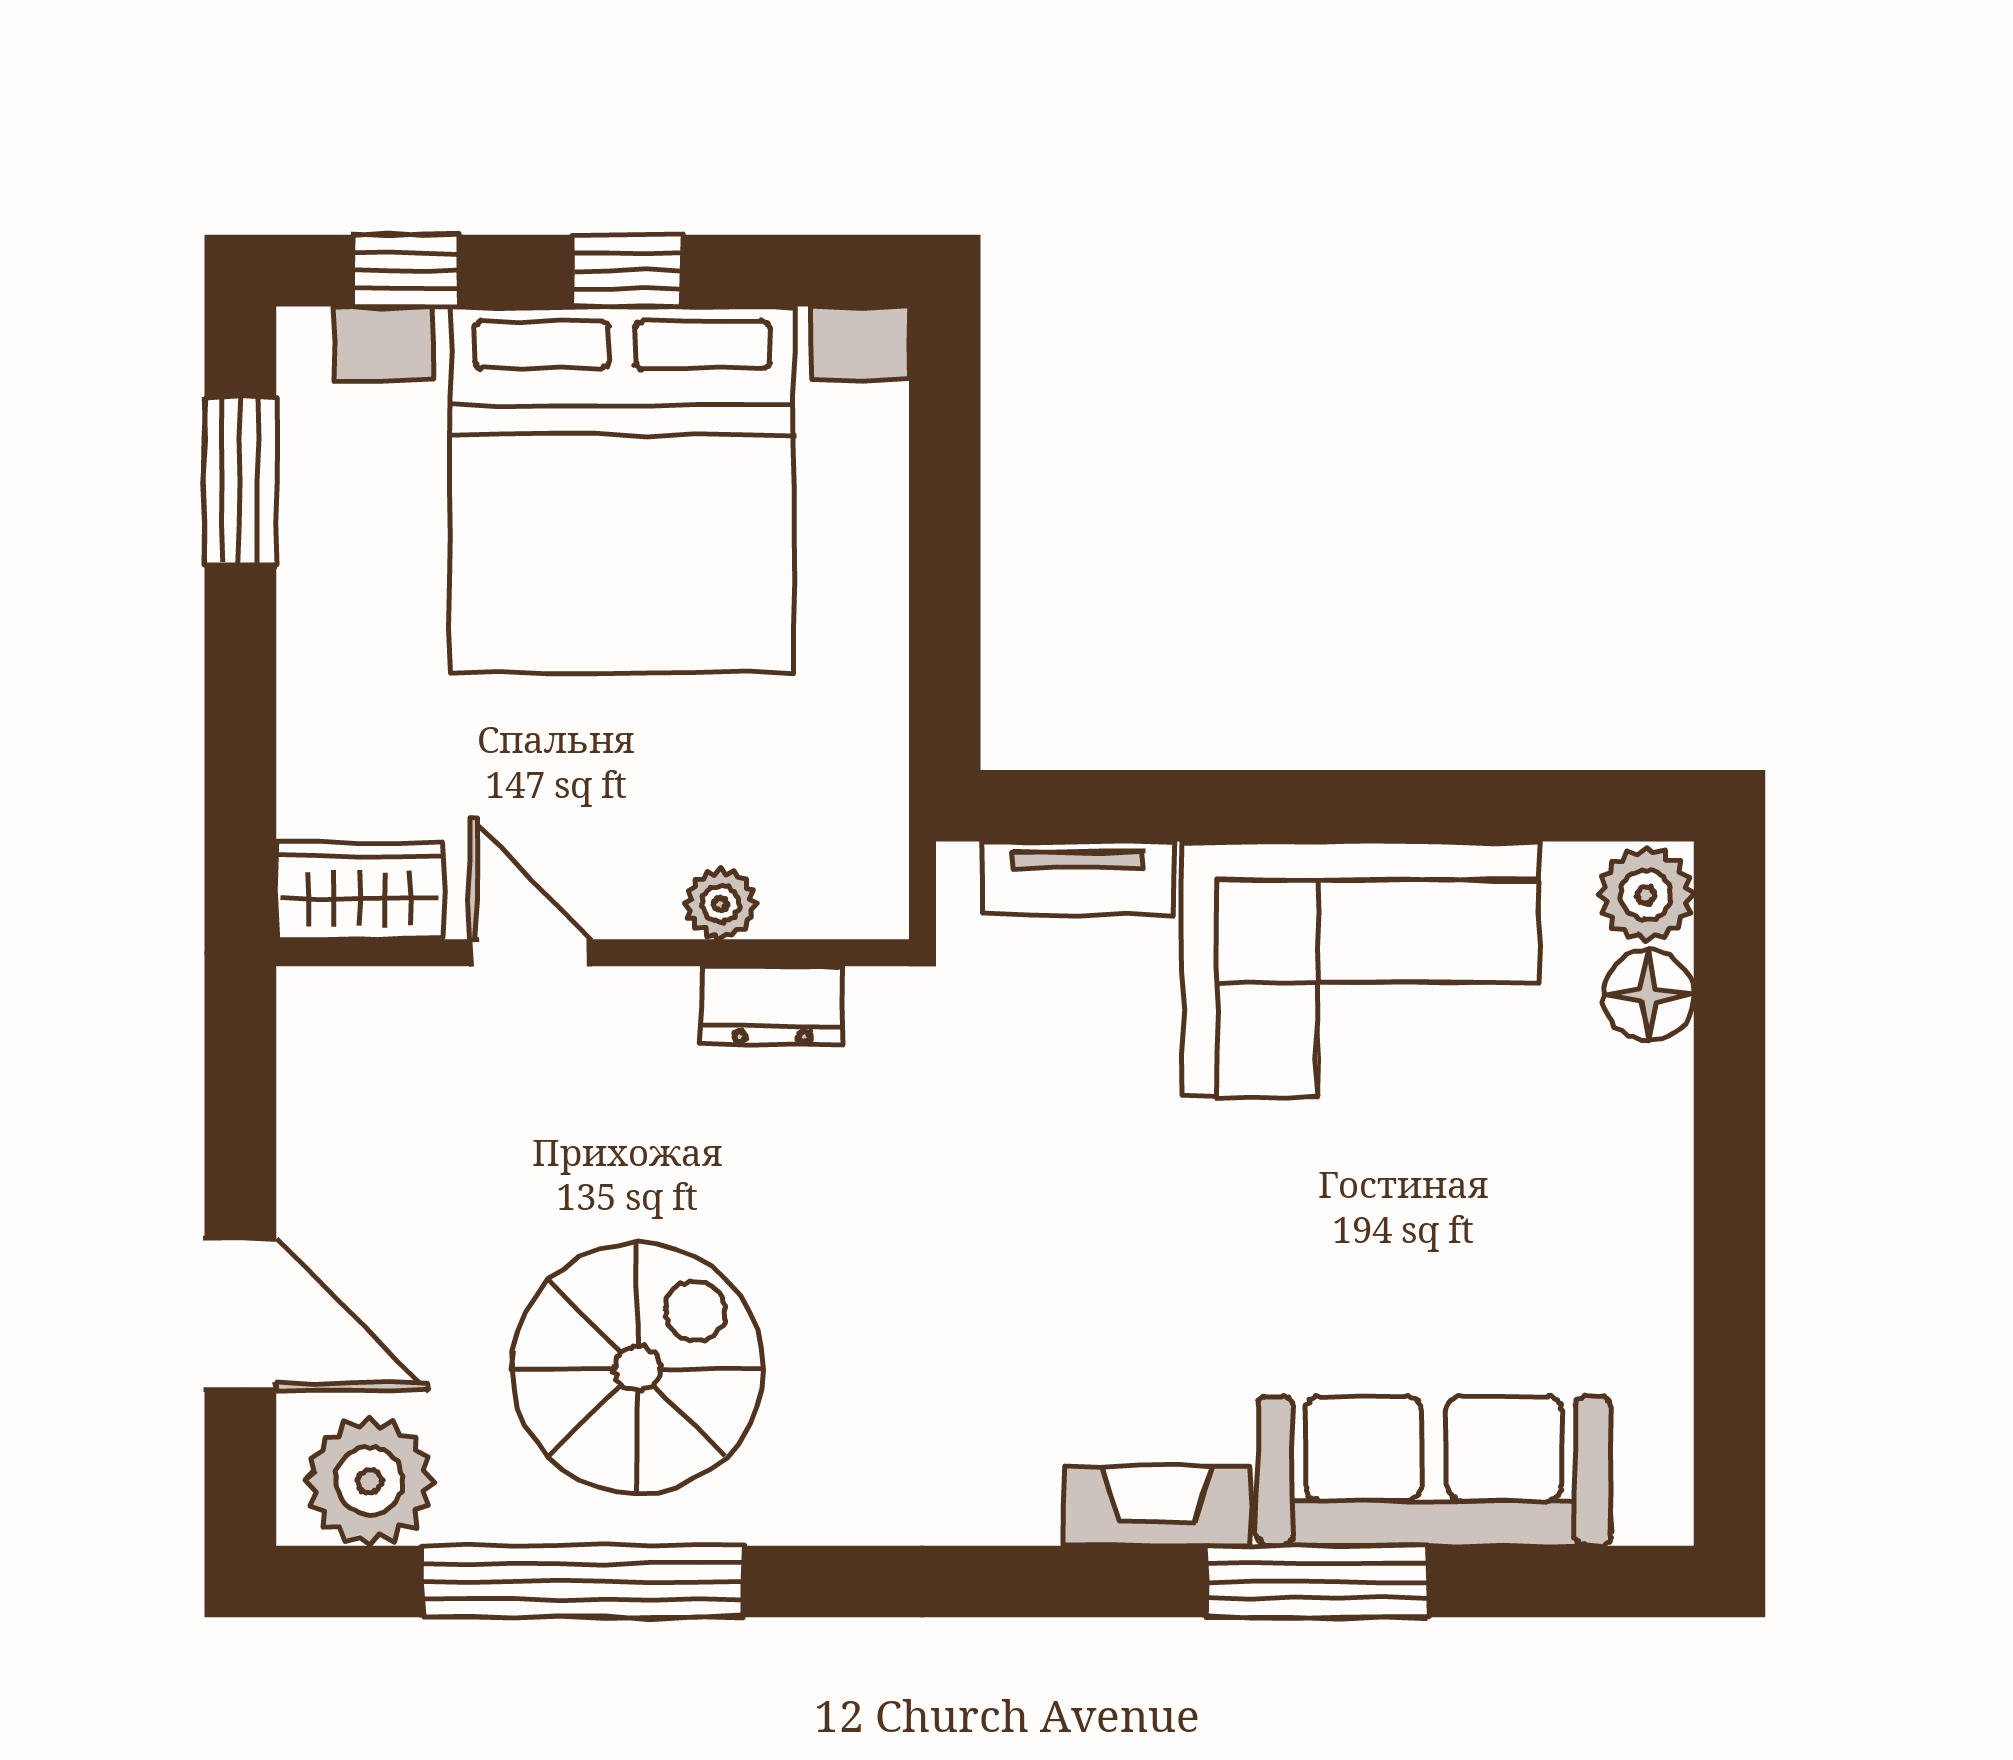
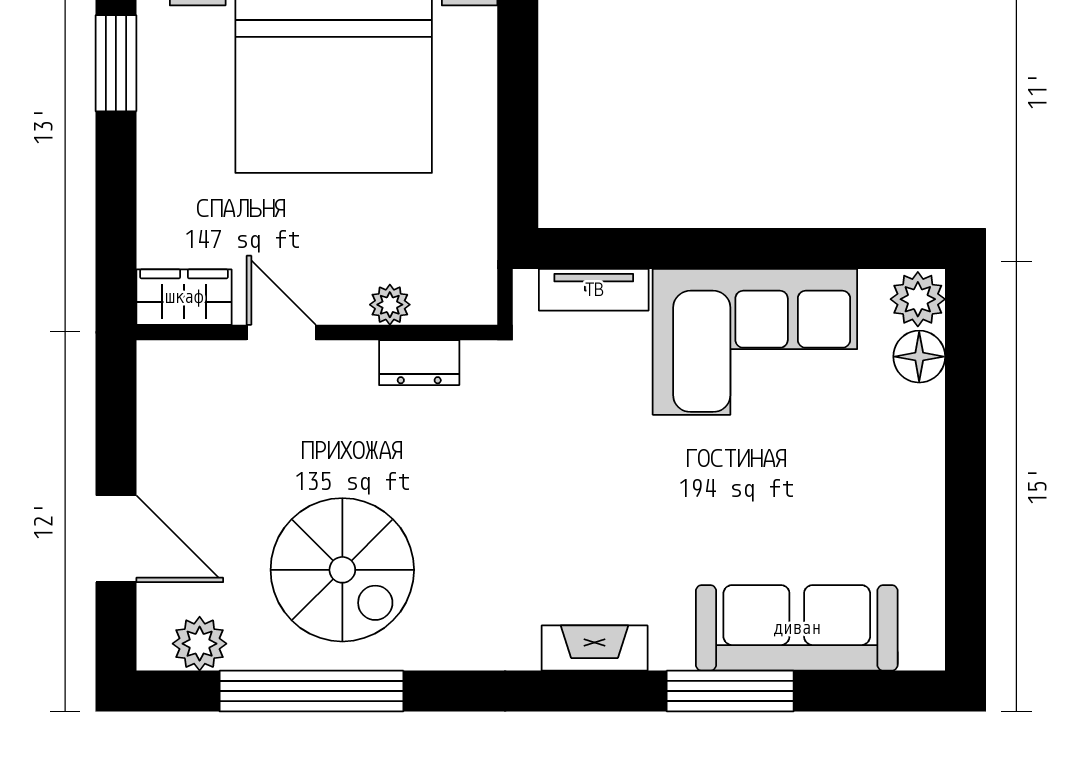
spiral stairs: (637, 1369) -> (342, 570), turned 90
plant: (370, 1481) -> (200, 644), width x0.73, depth x0.73
fireplace: (1157, 1506) -> (595, 648), moved

